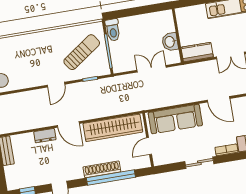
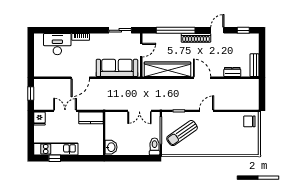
washbasin: (170, 42) -> (111, 147), moved
double door: (152, 69) -> (139, 111), moved
door: (218, 99) -> (80, 78), swing flipped
dresser: (45, 136) -> (232, 72), moved
sliding door: (199, 163) -> (120, 30), moved
shoe rack: (102, 169) -> (196, 38), moved

